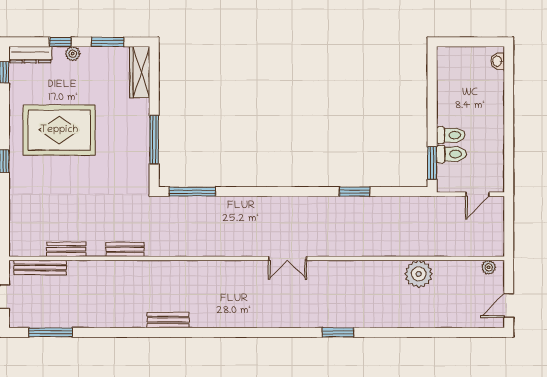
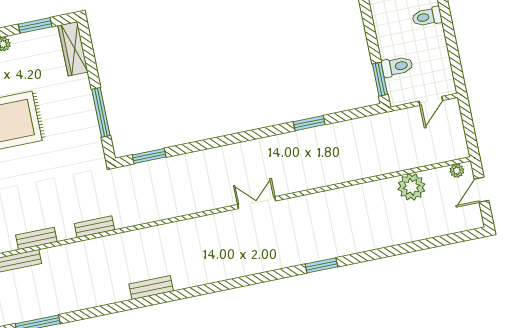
toilet: (451, 135) -> (427, 17), moved, turned 180
window: (192, 192) -> (149, 156), width x0.69
double door: (288, 258) -> (257, 203), swing flipped
plant: (419, 274) -> (411, 187), moved
door: (509, 306) -> (482, 190), moved

